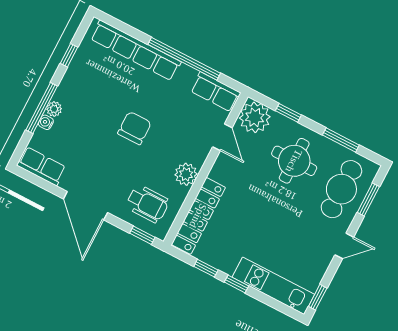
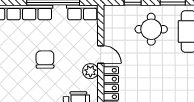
plant: (255, 117) -> (114, 16), removed
door: (222, 137) -> (101, 54), moved

